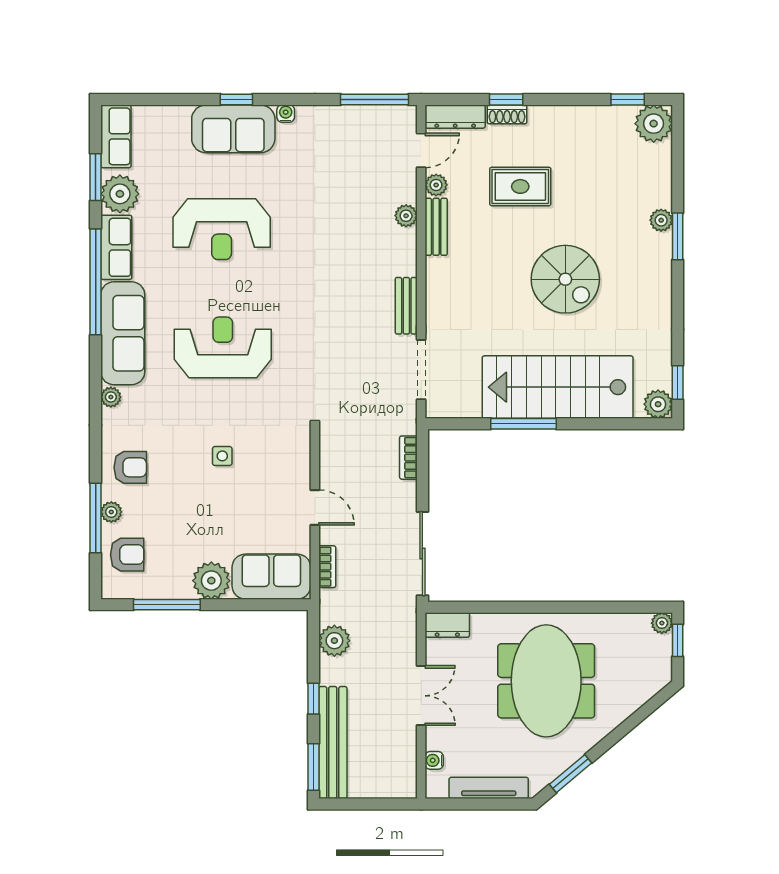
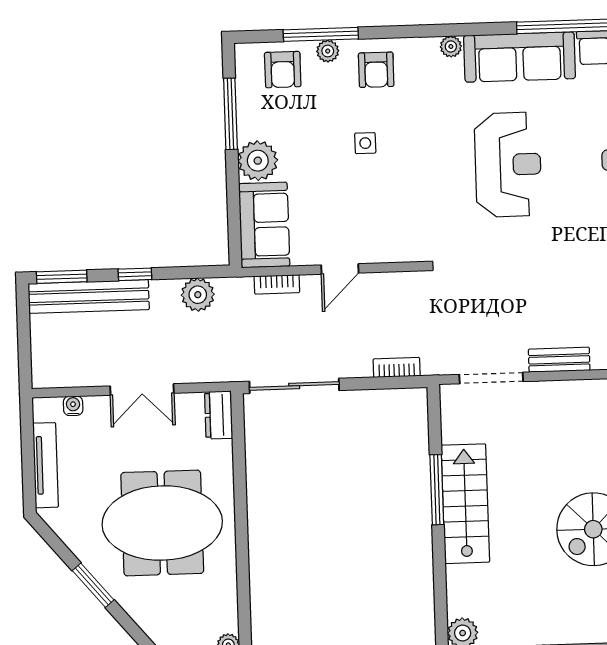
stairs: (558, 387) -> (465, 504), width x0.73, depth x0.66
side table: (222, 456) -> (365, 143), moved
window: (571, 774) -> (93, 585), moved

